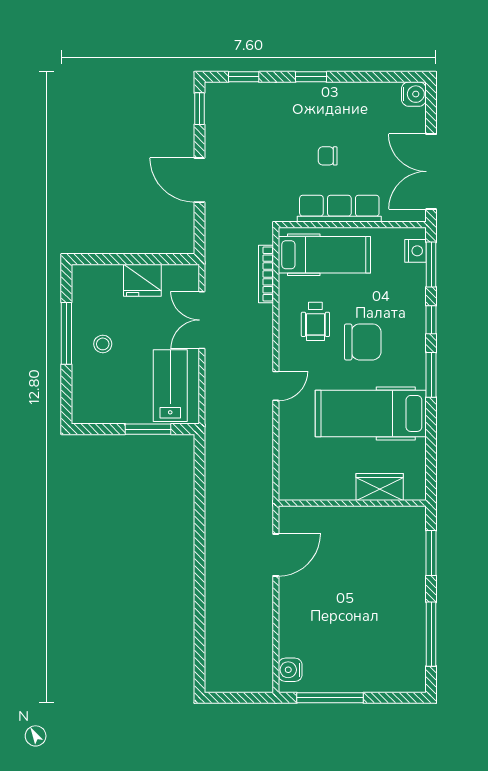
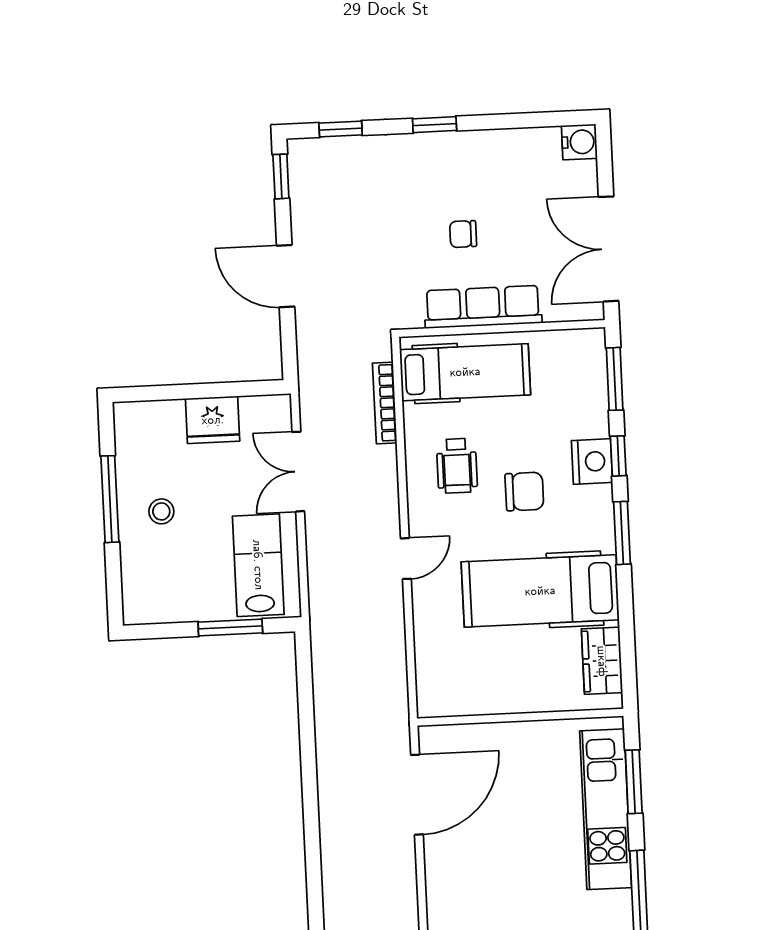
nightstand: (416, 251) -> (592, 461), moved, width x1.36, depth x1.33
chair: (363, 342) -> (524, 492), width x0.73, depth x0.73
wardrobe: (380, 487) -> (602, 661), moved, turned -90
door: (276, 555) -> (417, 795), width x1.36
kitchen unit: (410, 572) -> (606, 809), added

